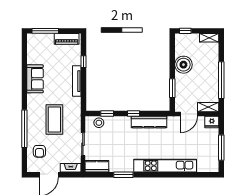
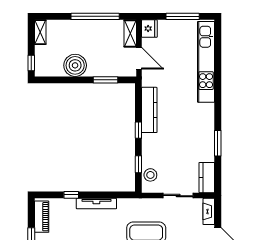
kitchen unit: (165, 166) -> (206, 62), moved

